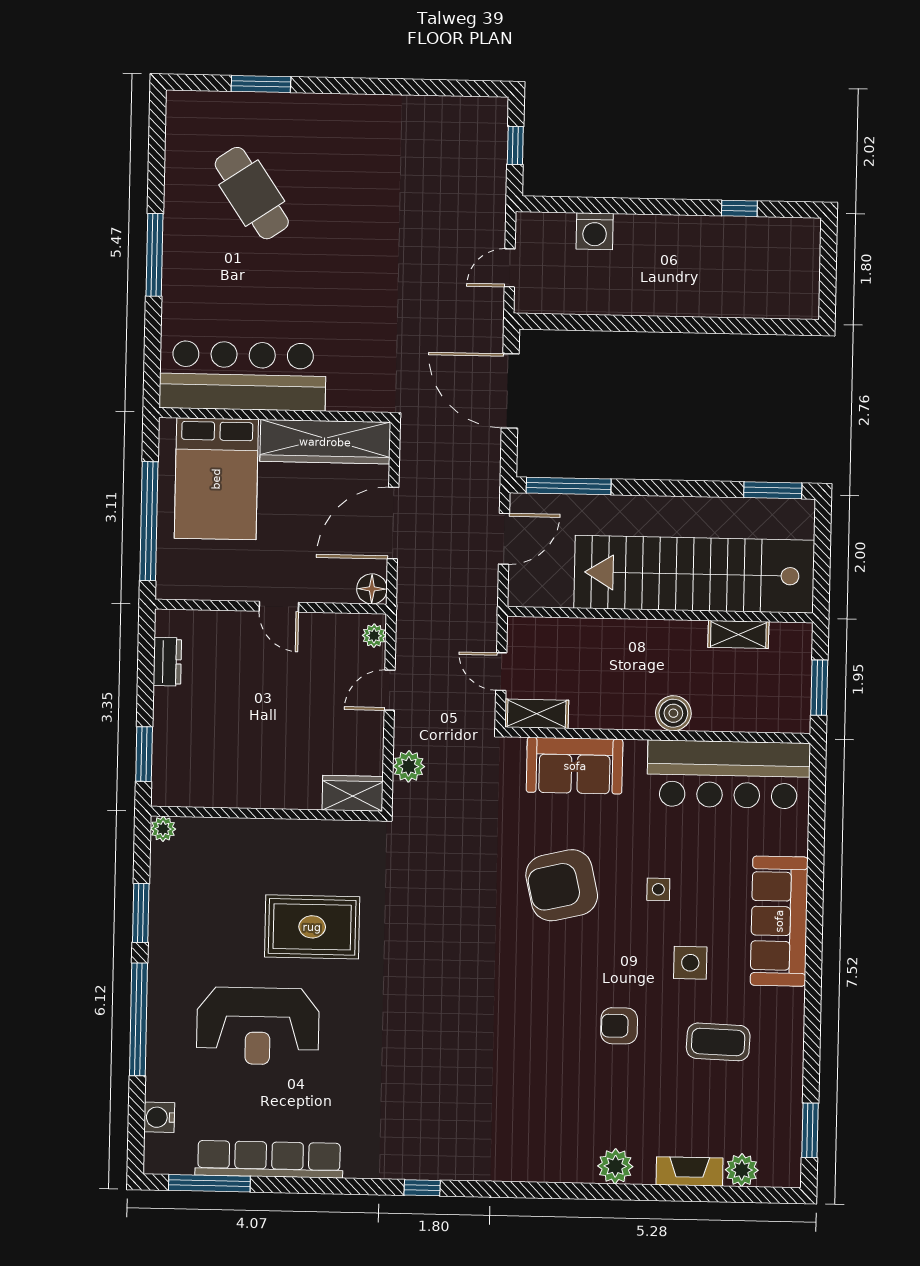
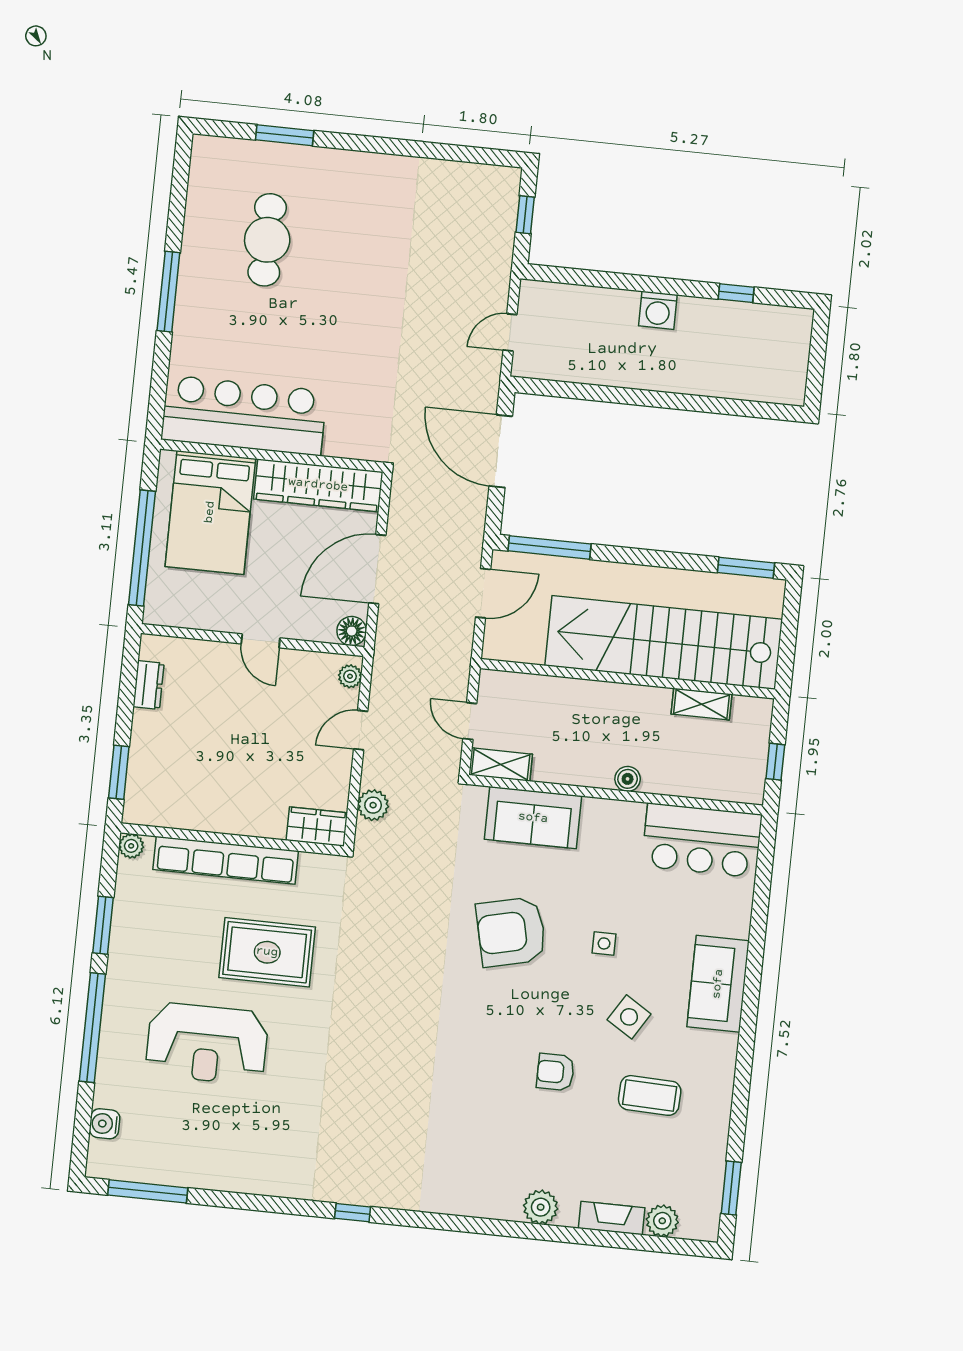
cafe table: (252, 193) -> (267, 240), turned 34
washing machine: (595, 231) -> (658, 310), moved
window: (819, 688) -> (775, 762), width x0.67
boiler: (673, 713) -> (628, 779), width x0.73, depth x0.73
bar counter: (729, 774) -> (702, 840), width x0.73
sofa: (779, 921) -> (718, 984), width x0.73
side table: (690, 963) -> (629, 1017), turned 32
row of seats: (269, 1159) -> (226, 860), moved, turned 180

